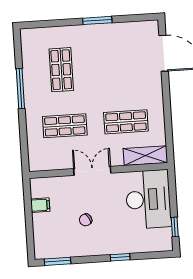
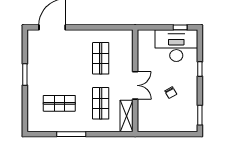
shelving: (145, 156) -> (126, 116), moved
double door: (92, 171) -> (135, 85), swing flipped
desk: (148, 199) -> (176, 46), moved
filing cabinet: (40, 205) -> (158, 125), removed

